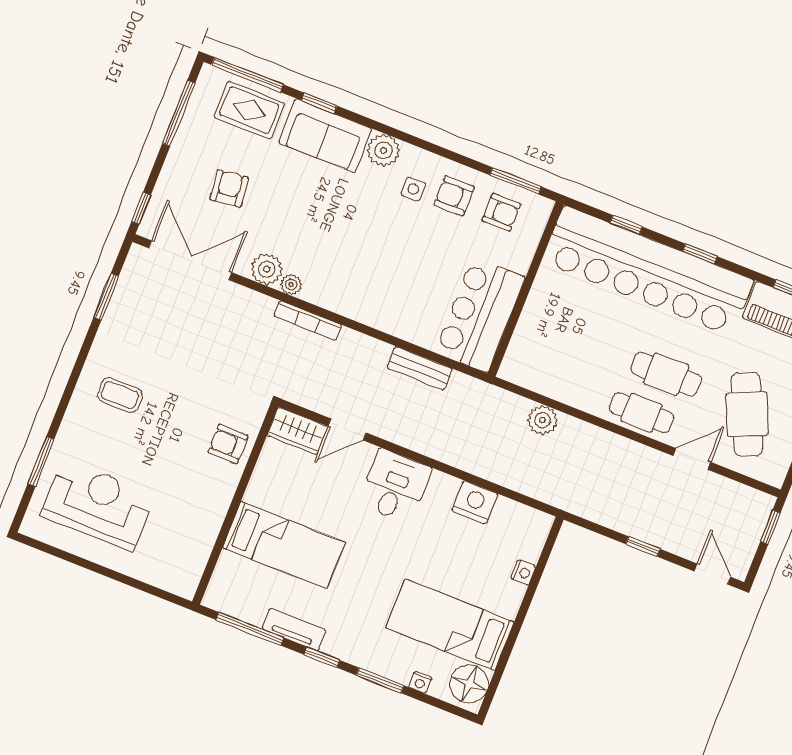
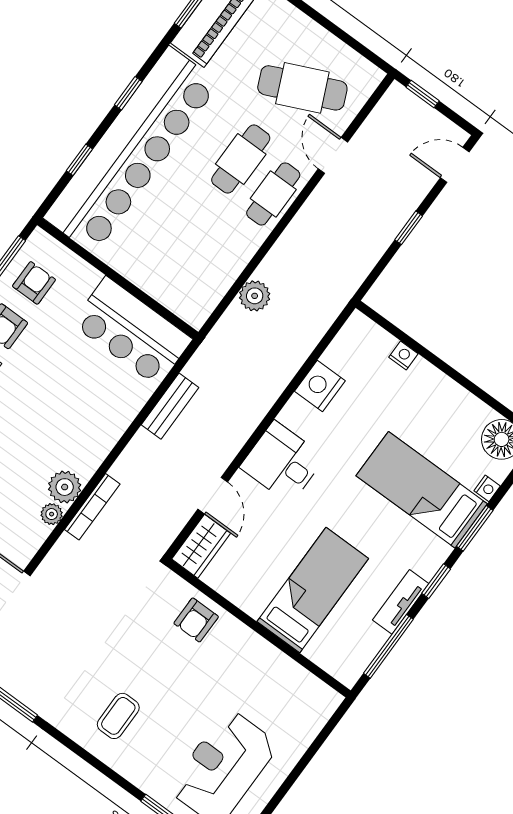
plant: (267, 269) -> (65, 487), moved
bed: (450, 625) -> (422, 490), moved, turned 90

